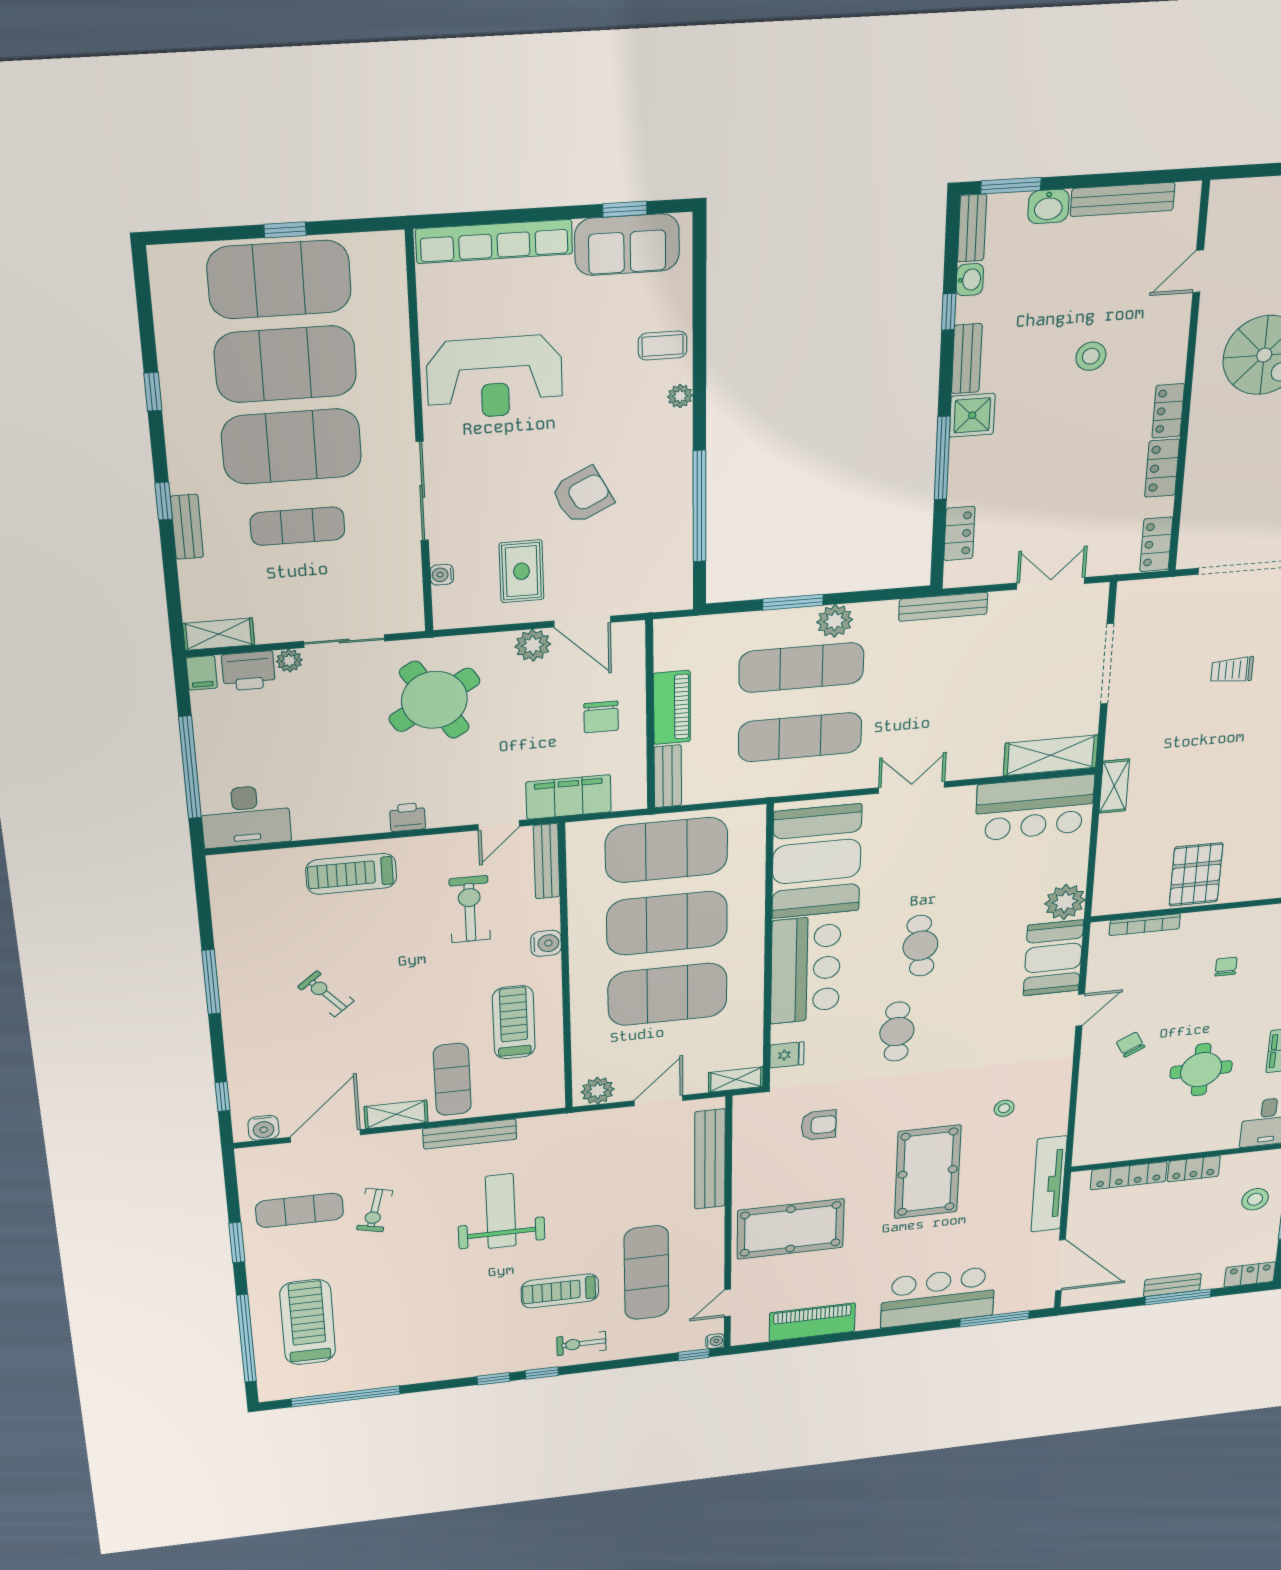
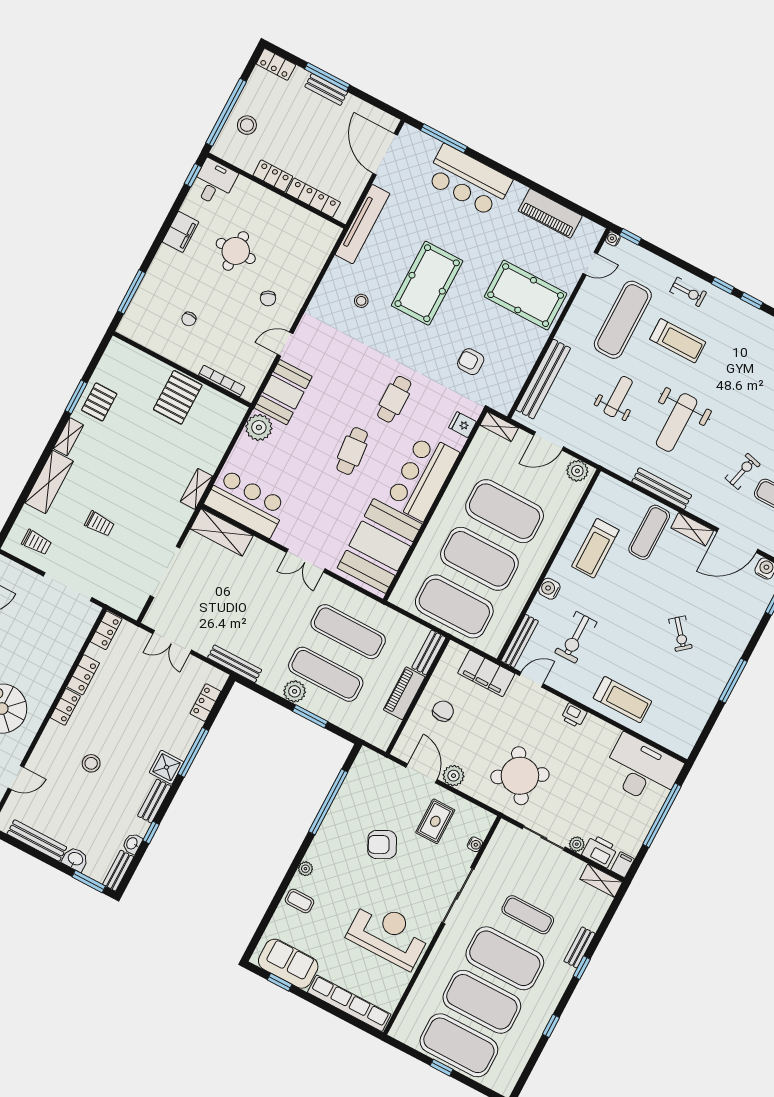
desk: (246, 816) -> (642, 770), width x1.36, depth x1.30
weight bench: (598, 1195) -> (618, 397), added

